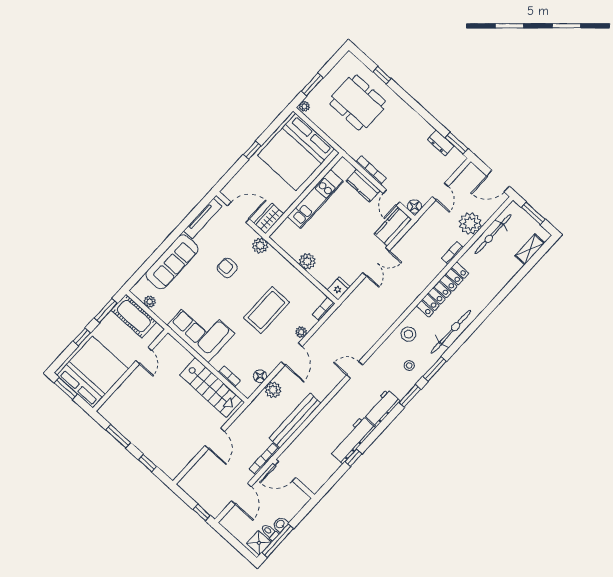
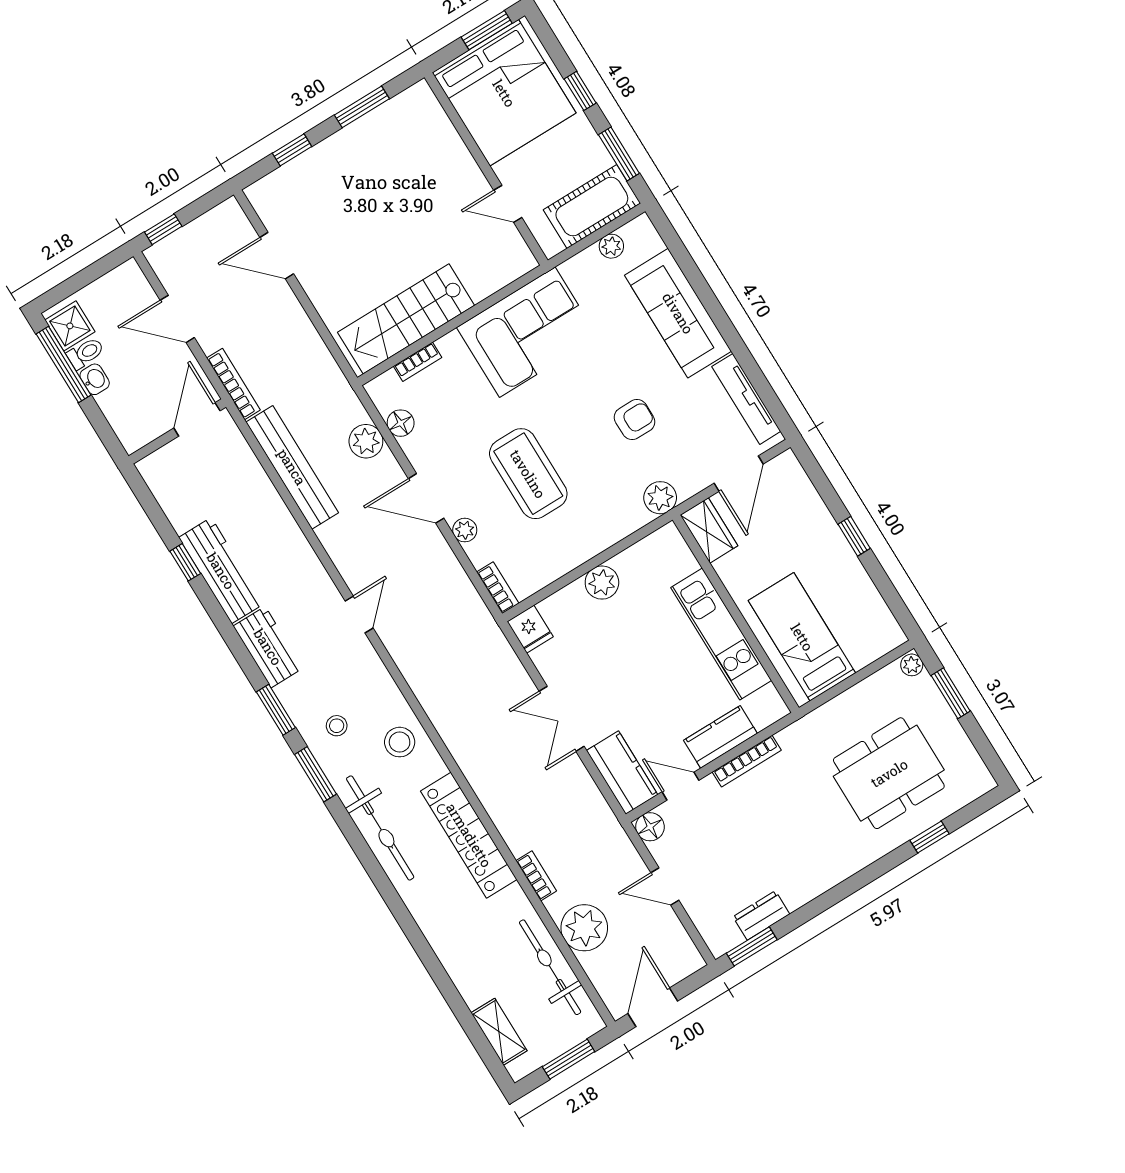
bed: (296, 152) -> (802, 637), width x0.49
door: (215, 439) -> (277, 256), moved

